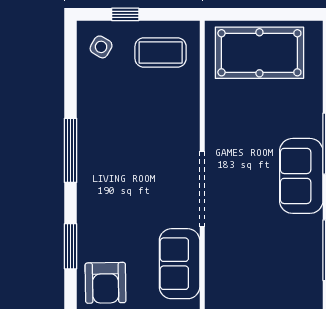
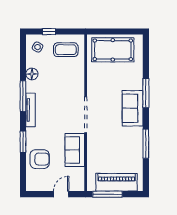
floor lamp: (89, 104) -> (32, 74), added
tv unit: (86, 179) -> (31, 110), added
armchair: (106, 283) -> (40, 159), turned -89

